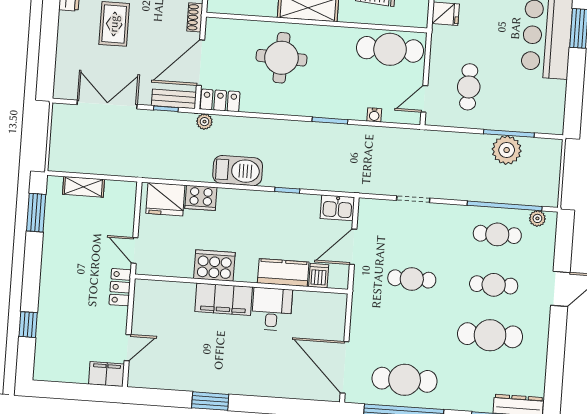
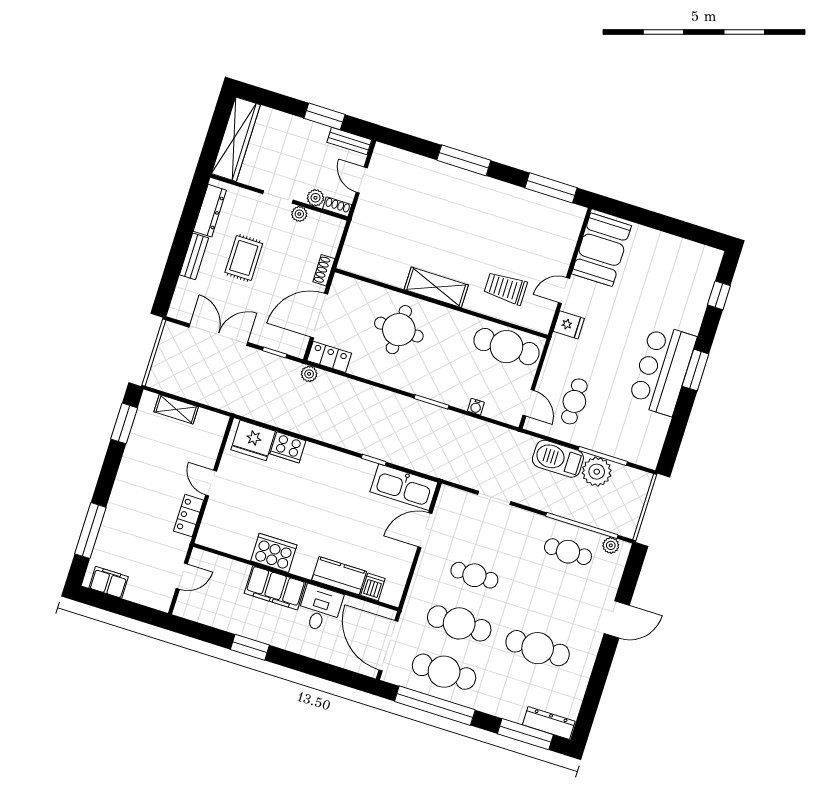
bench: (174, 99) -> (194, 256), moved, turned 90
door: (424, 99) -> (528, 403), swing flipped
barbecue: (238, 171) -> (558, 459), moved, turned 180
kitchen sink: (337, 208) -> (404, 487), width x1.87, depth x1.24
cooker: (214, 265) -> (274, 553), moved
kitchen counter: (283, 273) -> (339, 576), moved
dishwasher: (319, 276) -> (373, 587), moved
wall: (241, 284) -> (296, 577), moved
cafe table: (494, 285) -> (459, 623), moved, width x1.37, depth x1.35
filing cabinet: (224, 299) -> (275, 588), moved
desk: (272, 309) -> (320, 609), moved
window: (28, 325) -> (90, 531), width x2.17
filing cabinet: (106, 374) -> (109, 582), moved

